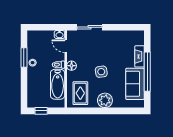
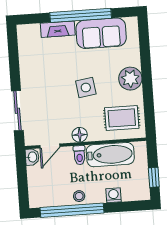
window: (24, 57) -> (72, 210), width x2.11
washing machine: (32, 85) -> (114, 195), added

